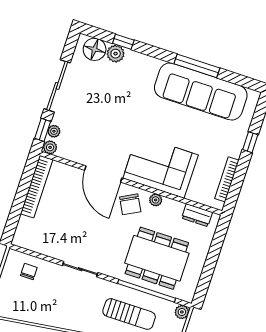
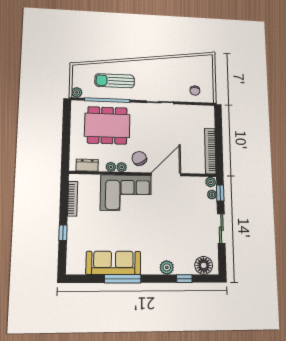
plant: (116, 54) -> (167, 267), moved
sliding door: (57, 86) -> (221, 229), width x0.73
sofa: (201, 91) -> (113, 263), width x0.74, depth x0.79
door: (103, 174) -> (166, 174), hinge flipped
plant: (169, 204) -> (111, 167), added

